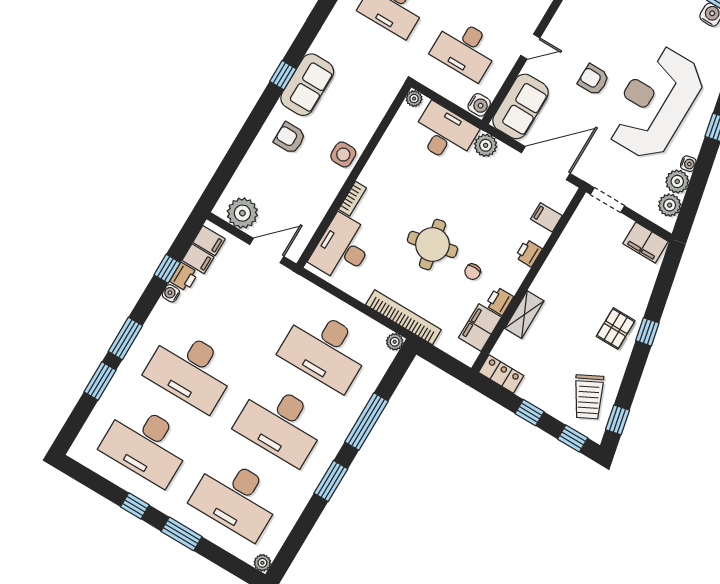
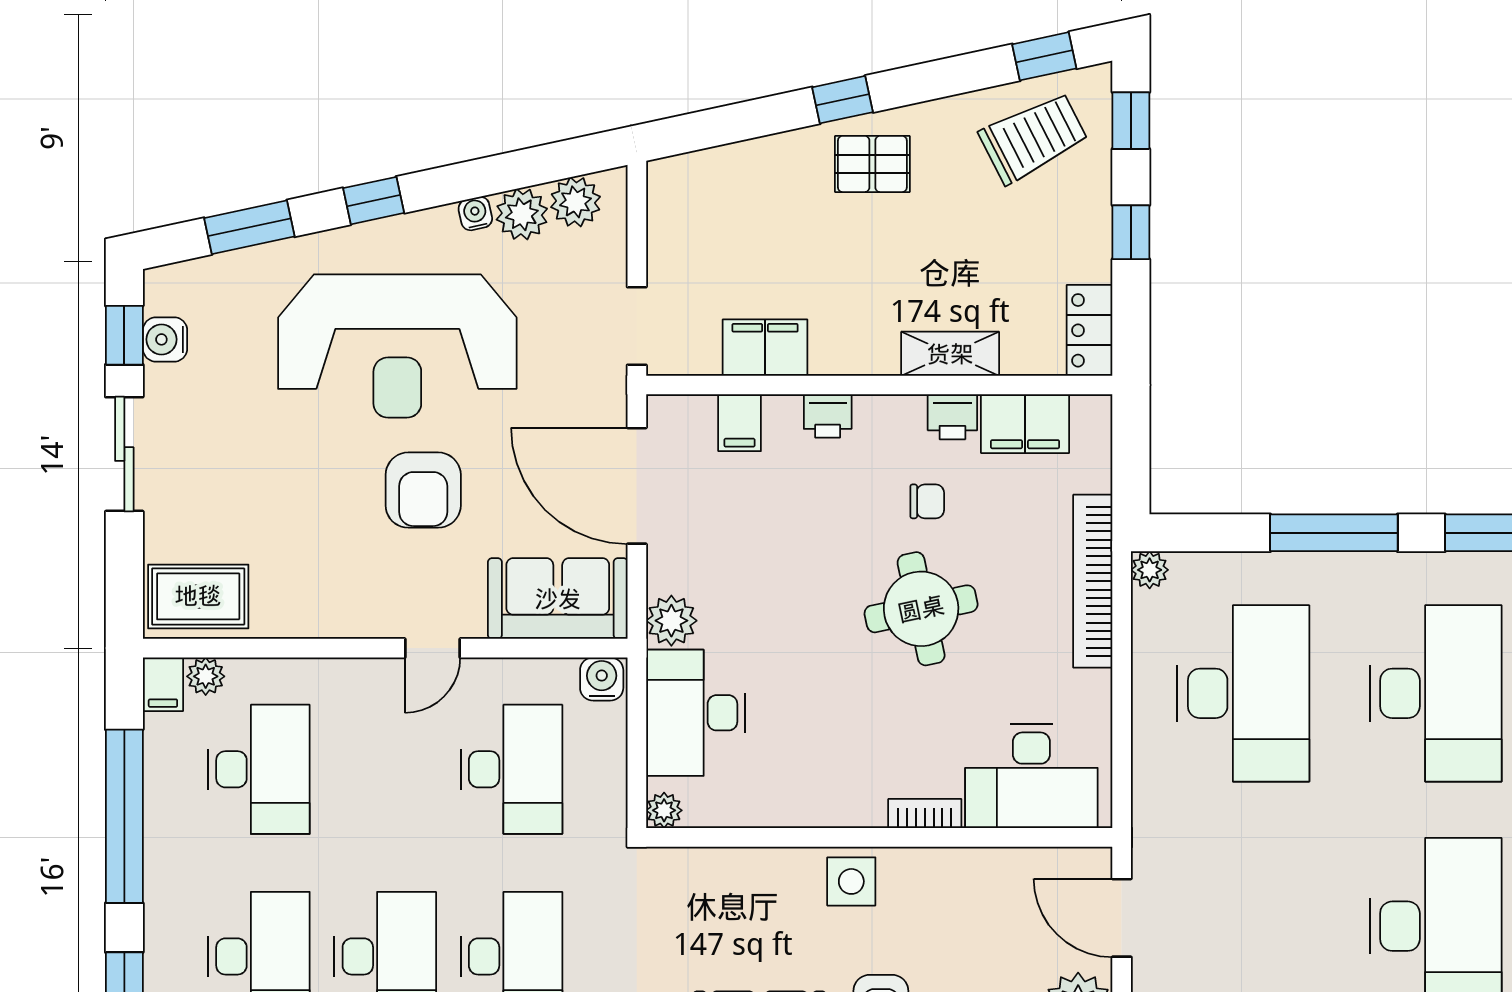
door: (530, 47) -> (433, 648), swing flipped
armchair: (593, 80) -> (423, 490), width x1.38, depth x1.38
filing cabinet: (646, 243) -> (765, 348), moved, turned -90

